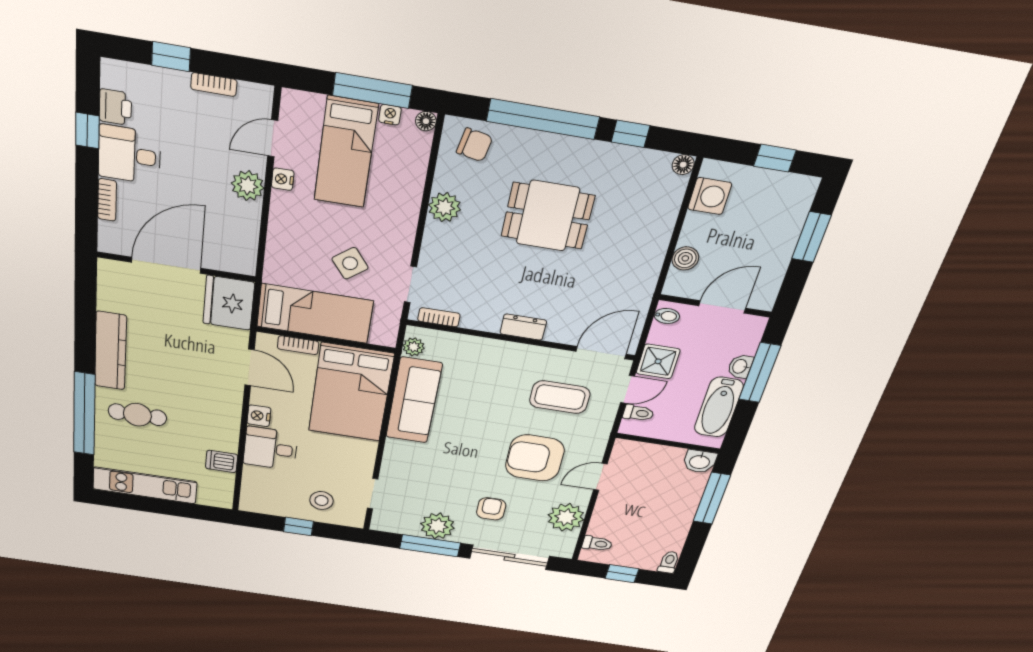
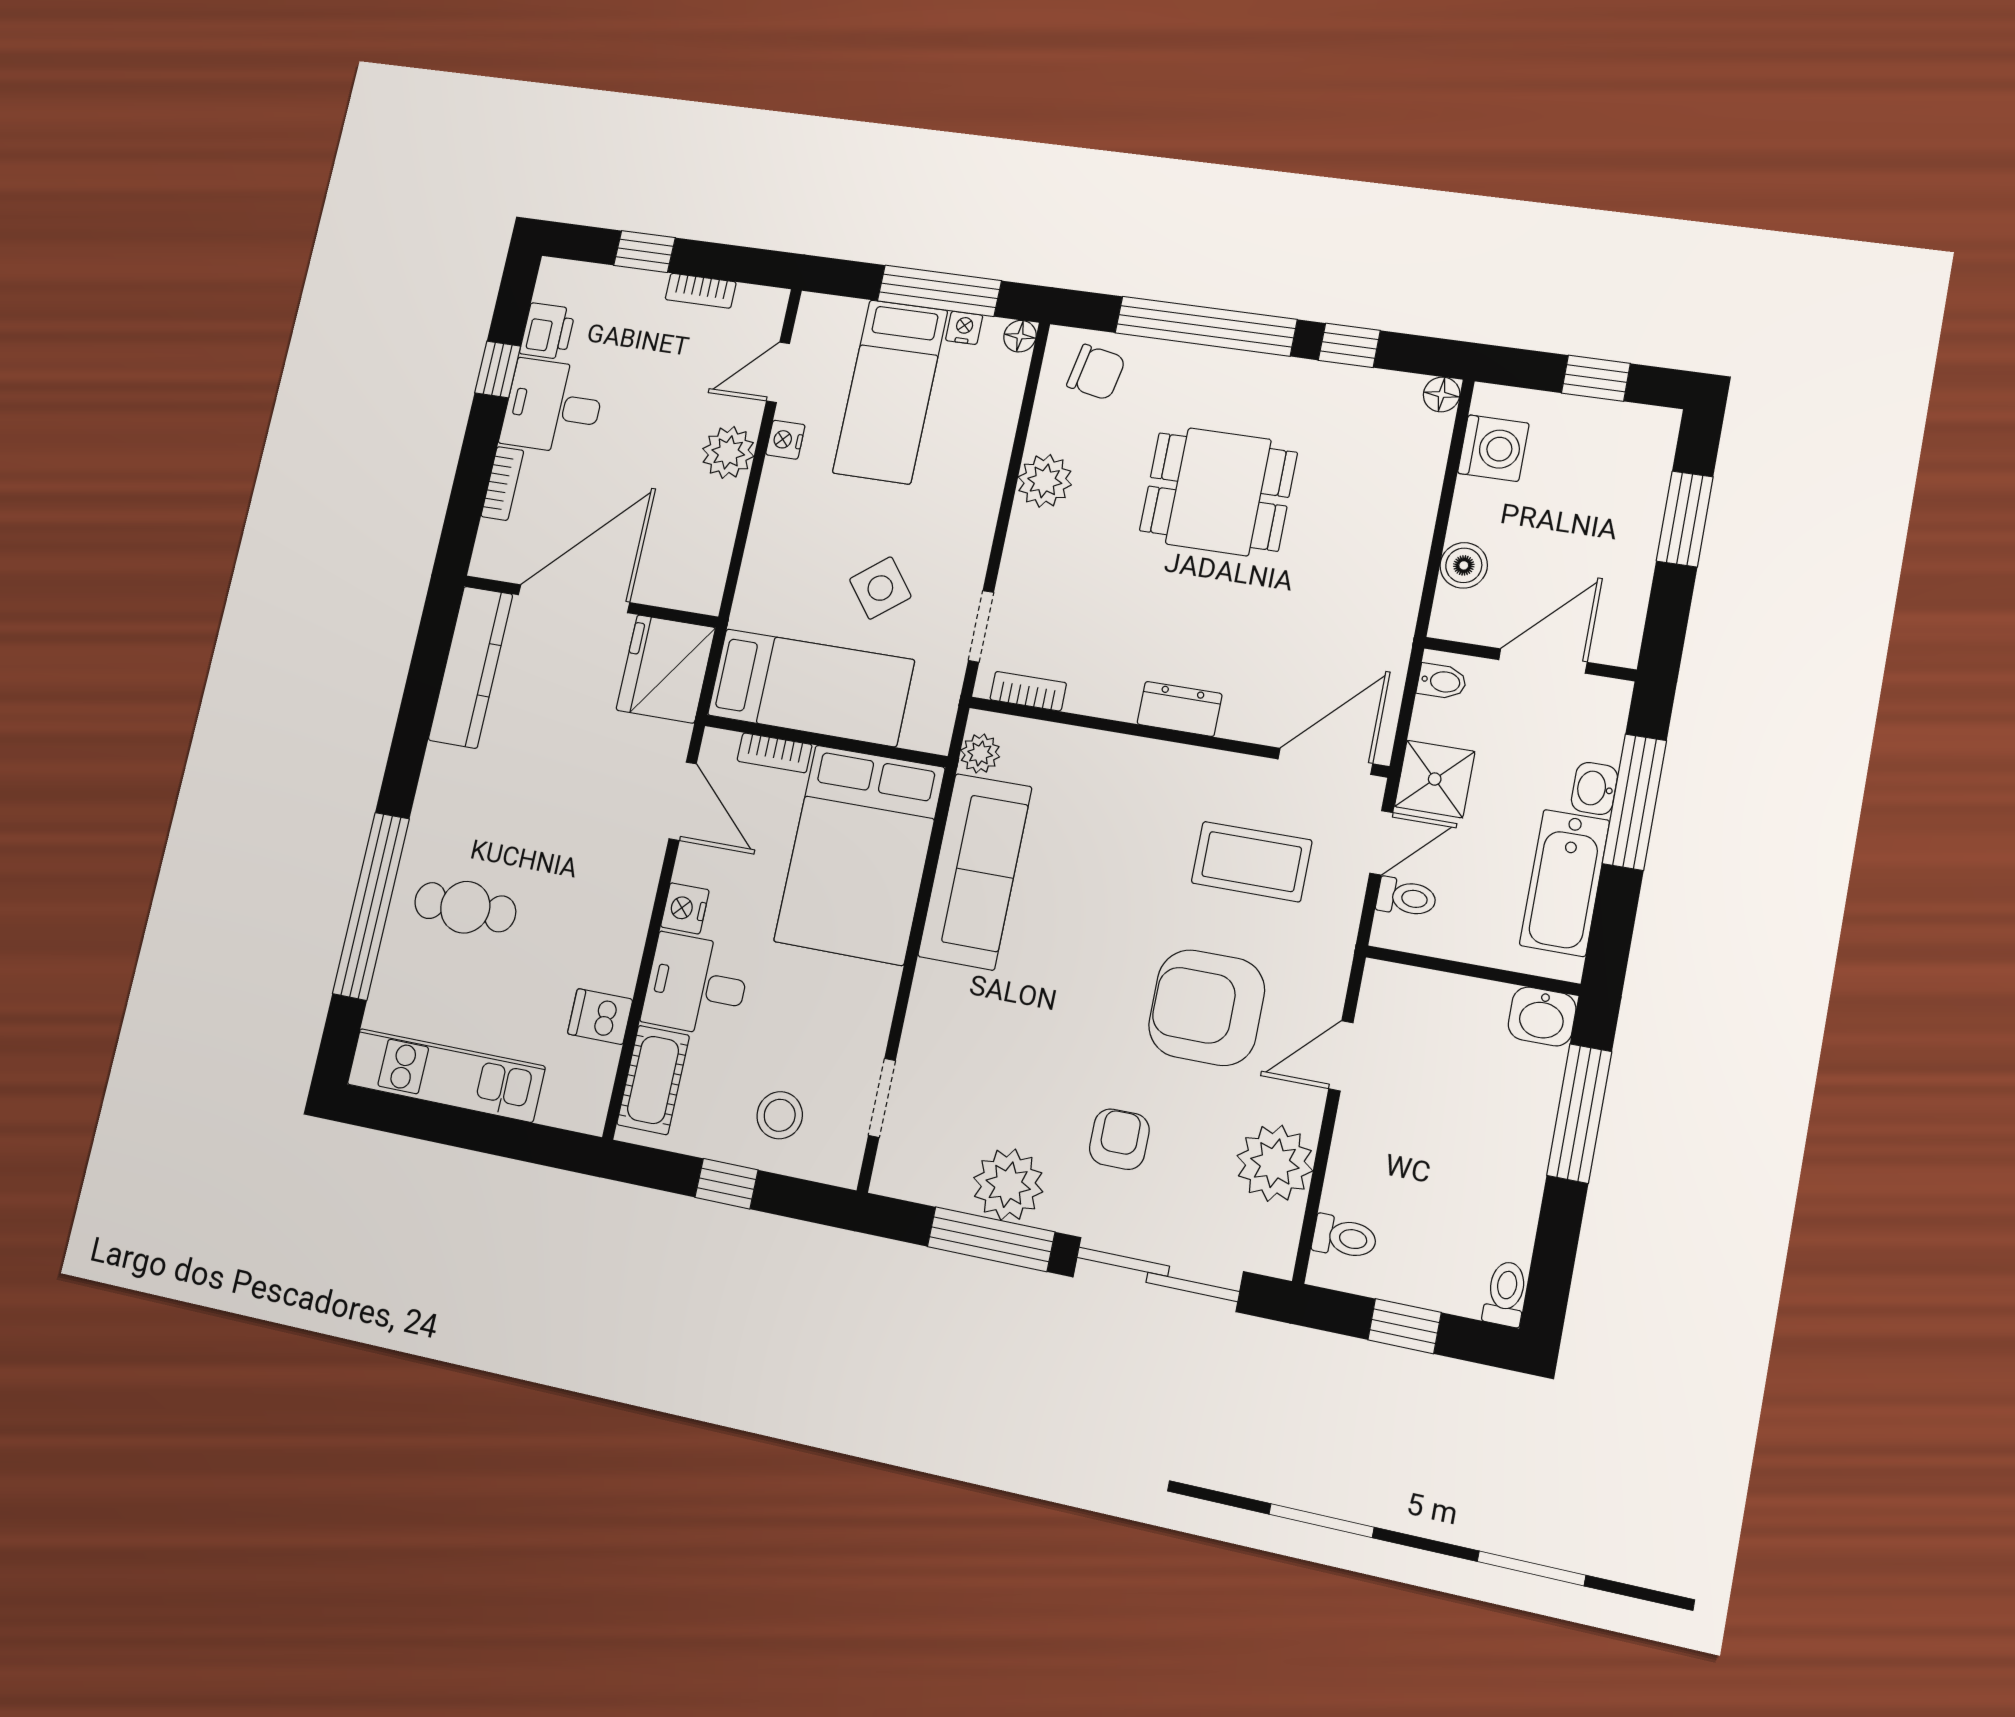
kitchen counter: (110, 351) -> (471, 667), moved
cot: (254, 487) -> (653, 1080), added

